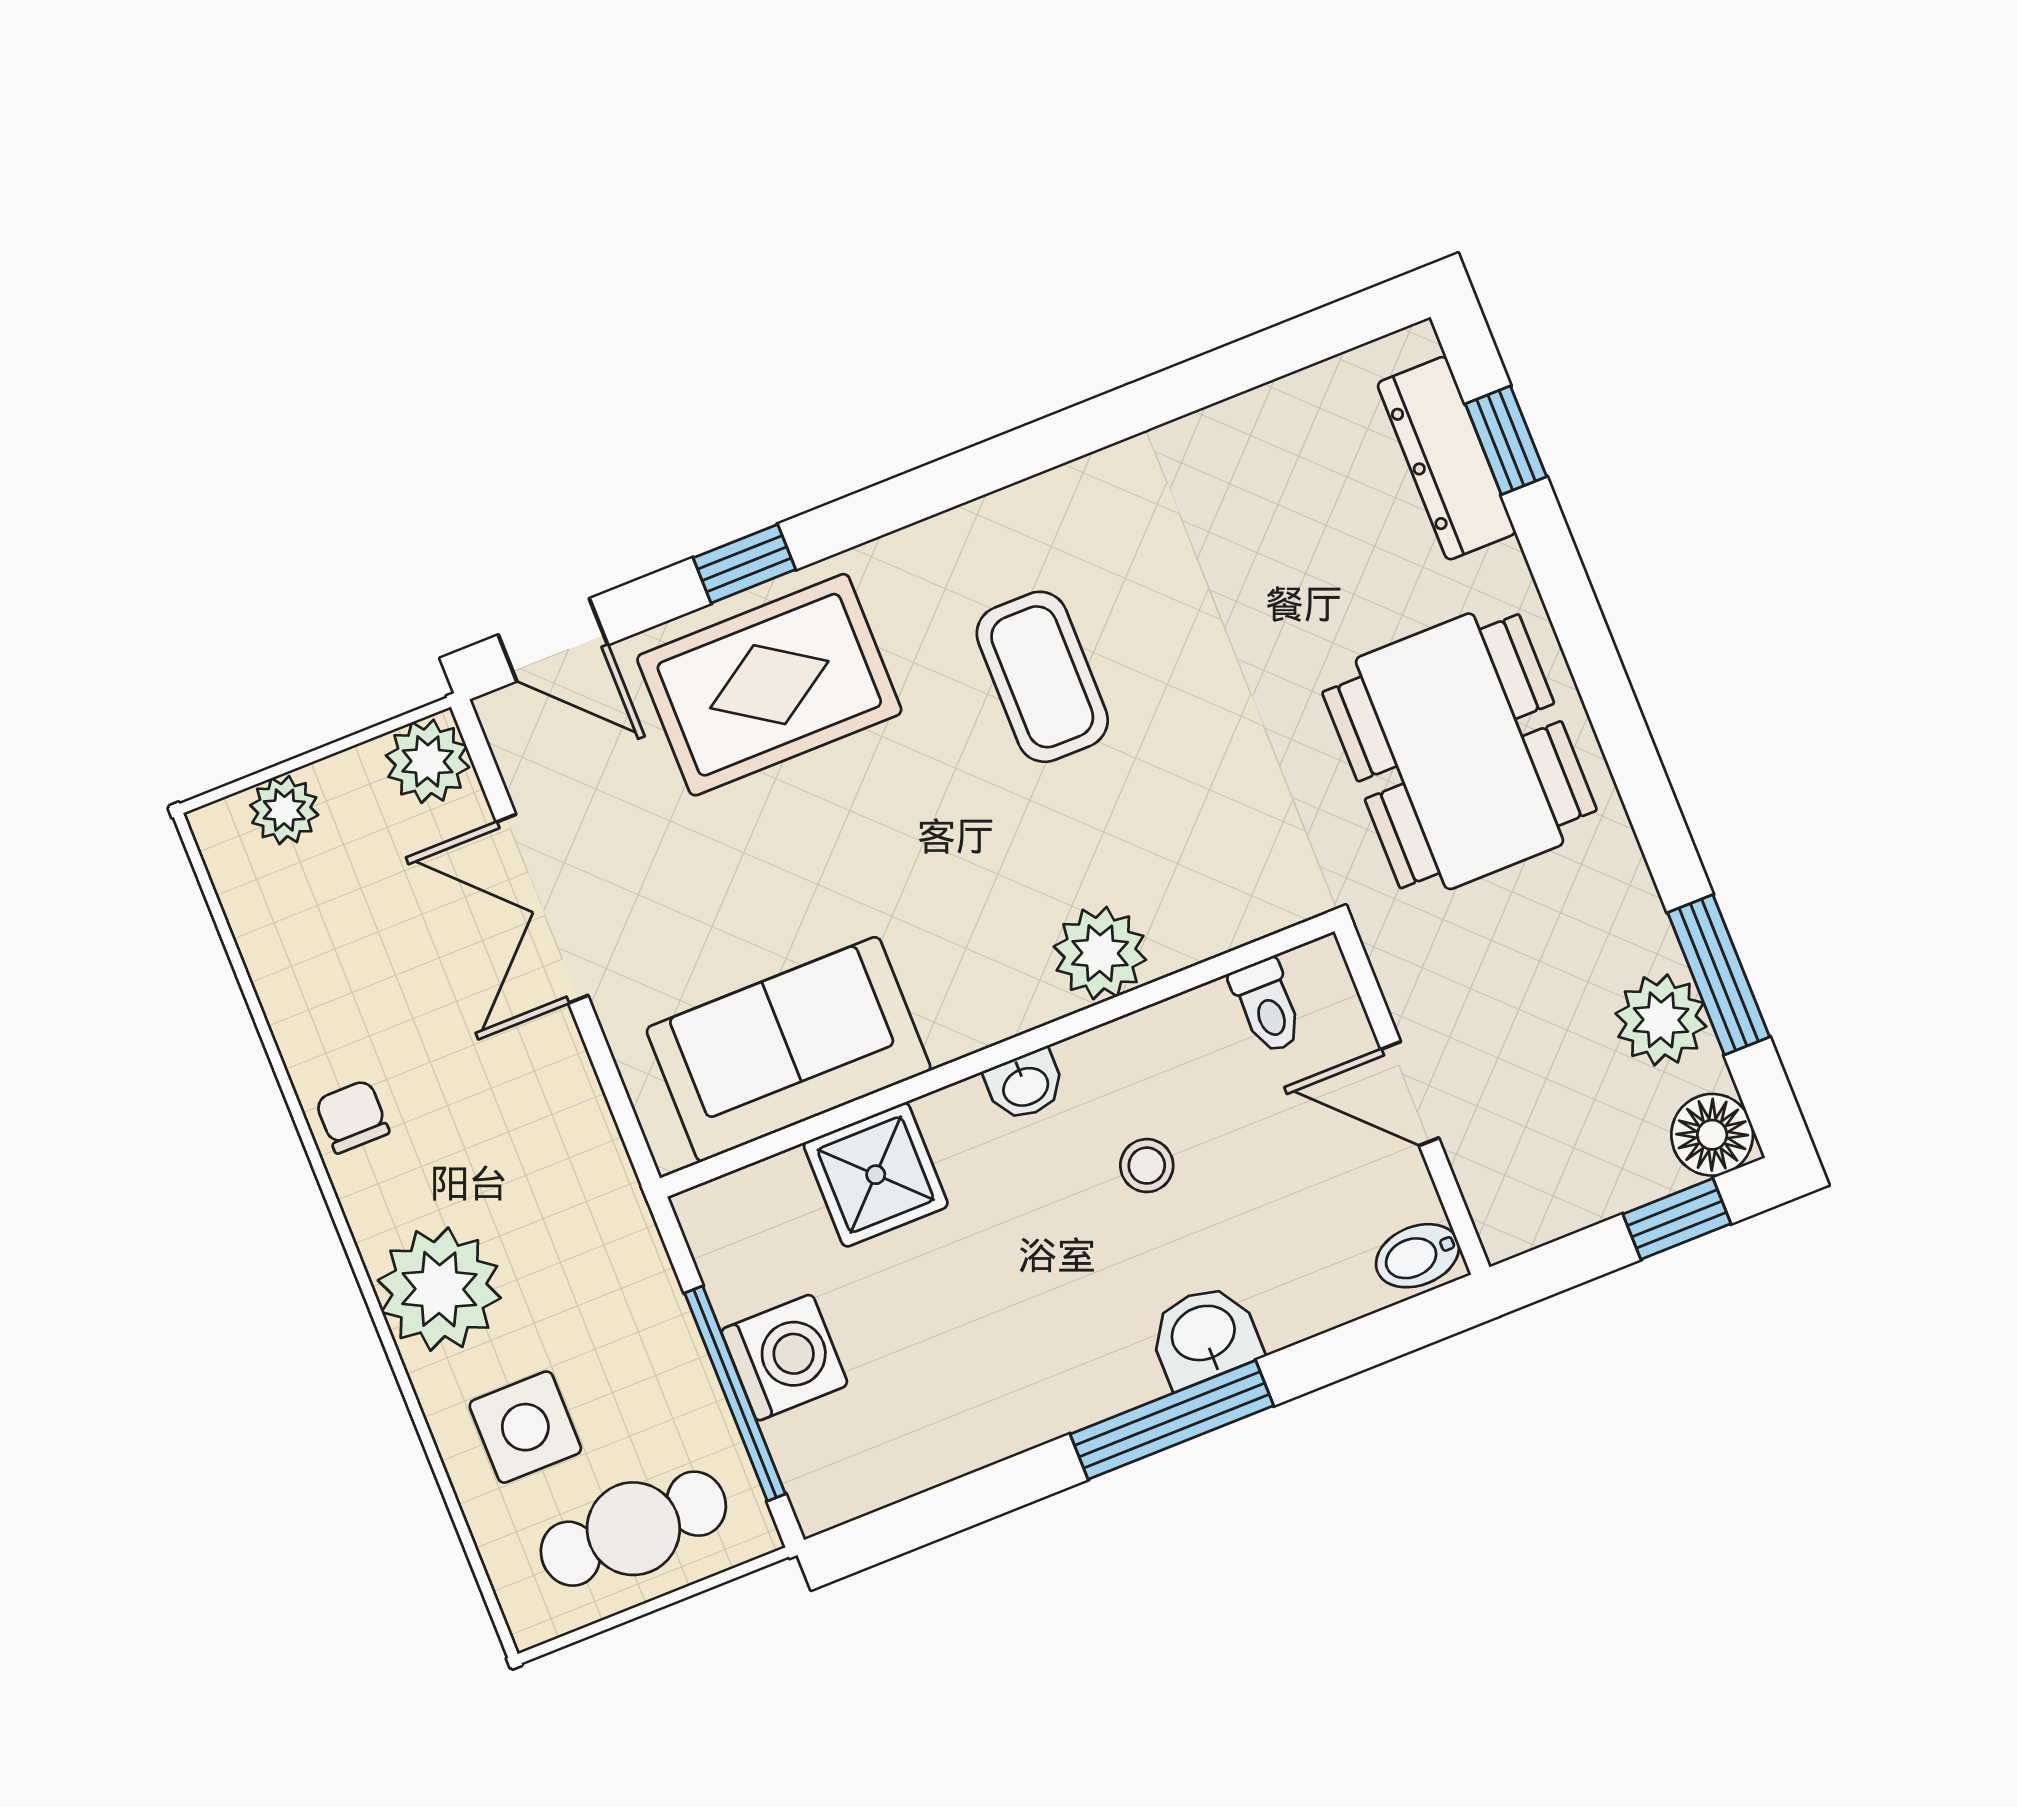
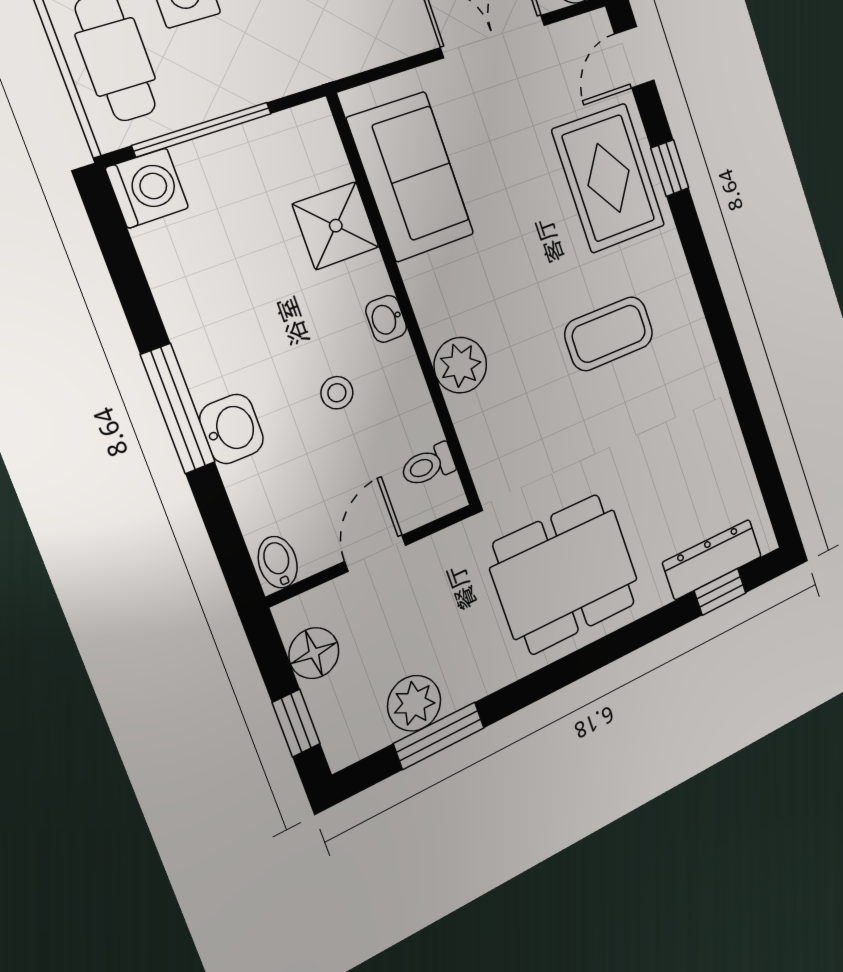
floor lamp: (1712, 1135) -> (314, 653), moved
washing machine: (784, 1357) -> (147, 188), moved, turned -90

